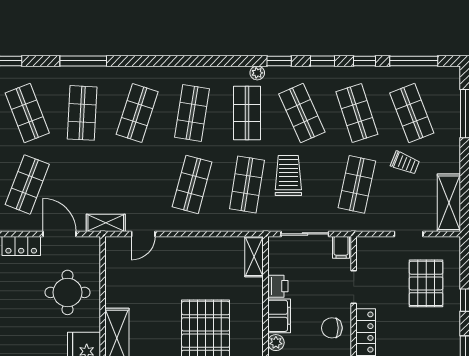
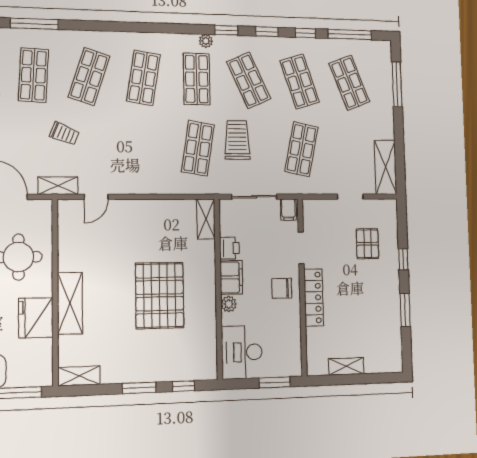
trolley: (405, 163) -> (64, 134), moved
shop shelf: (192, 184) -> (144, 148), removed
pallet: (426, 283) -> (367, 244), width x0.67, depth x0.71

